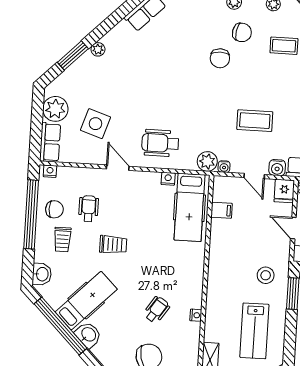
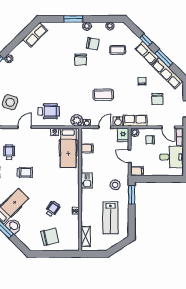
wheelchair: (160, 143) -> (49, 111), turned 180
door: (118, 168) -> (25, 127), hinge flipped
door: (254, 176) -> (105, 127), swing flipped
kitchen sink: (218, 265) -> (87, 180), added

